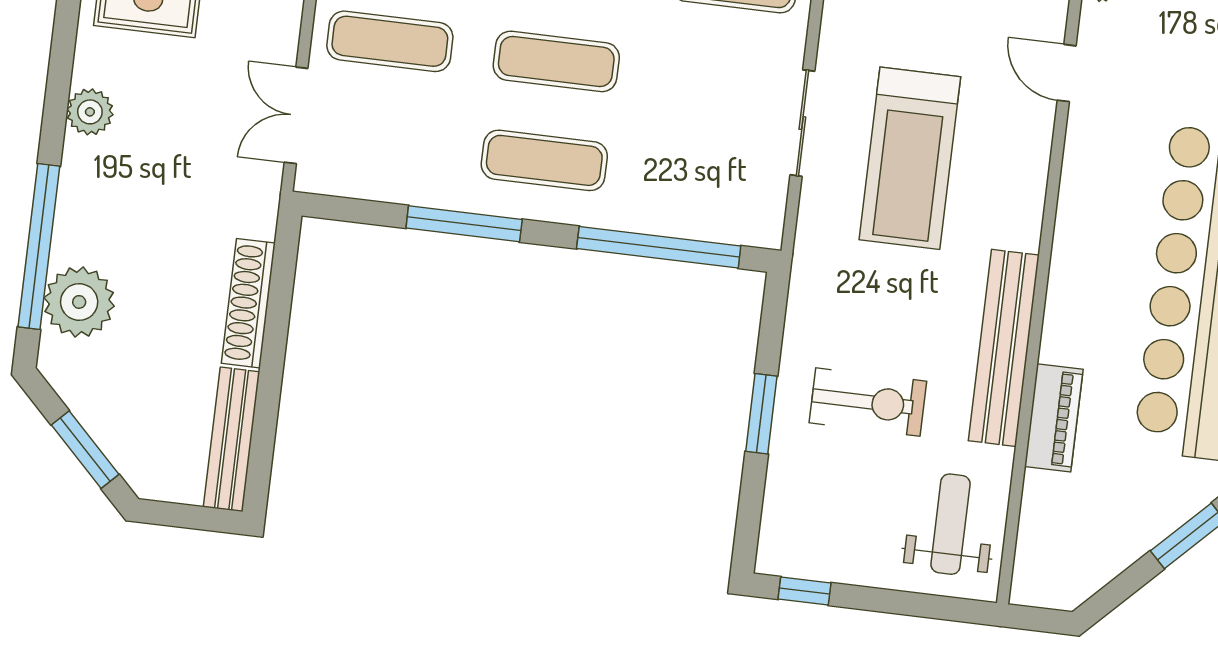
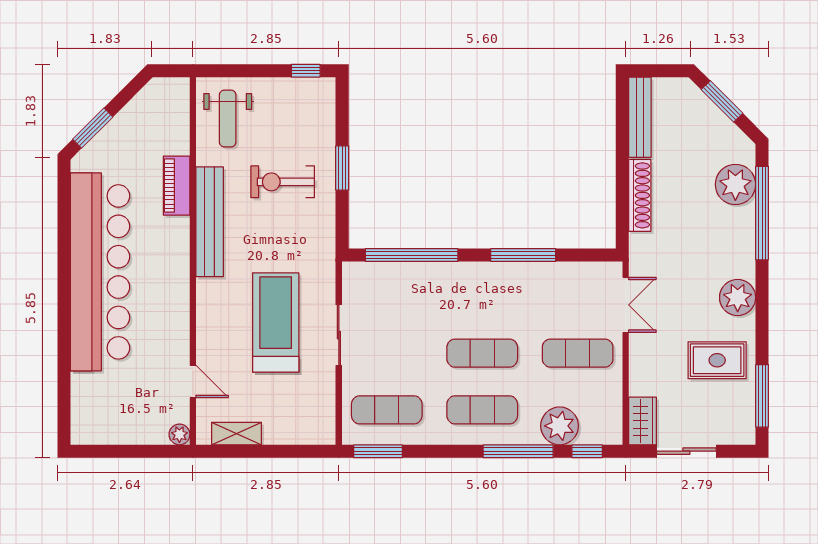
plant: (90, 112) -> (738, 297), width x1.36, depth x1.36
exercise mat: (544, 160) -> (482, 296), removed

